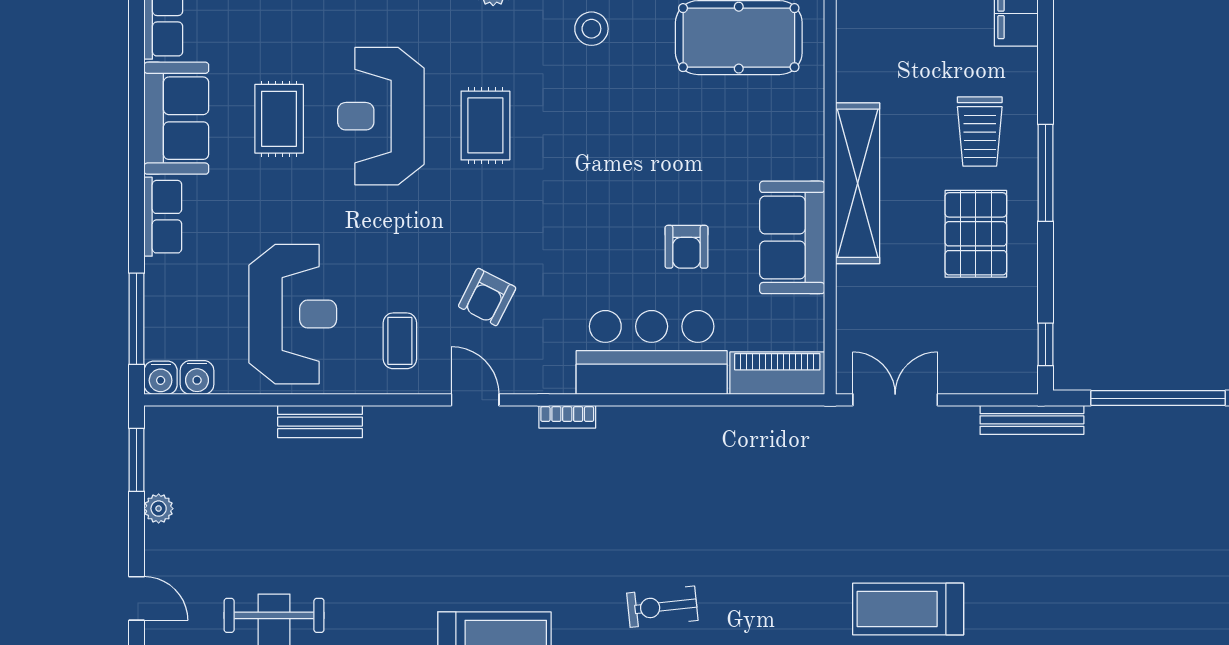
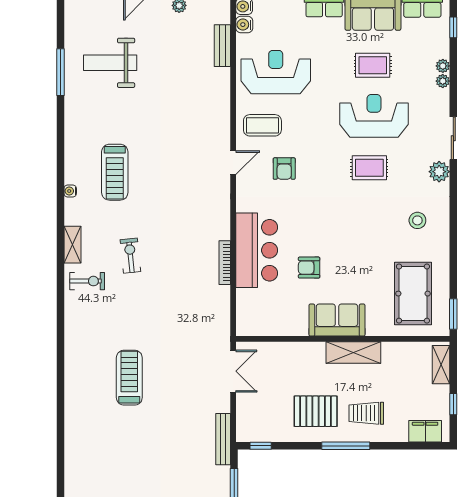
shelving: (858, 183) -> (353, 353), width x0.68
sofa: (792, 237) -> (337, 320), moved
armchair: (487, 297) -> (284, 169), turned -117
reception desk: (293, 314) -> (276, 72), turned 180
coffee table: (400, 341) -> (262, 125), width x1.36, depth x1.30
piano: (777, 373) -> (246, 313), removed
bookcase: (567, 417) -> (225, 263), moved, width x1.56
bench: (320, 422) -> (222, 46), moved

